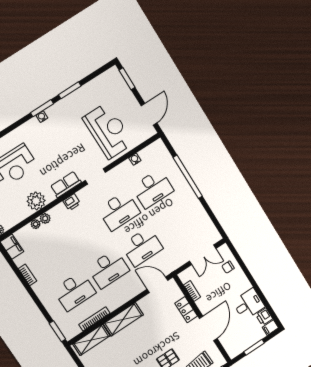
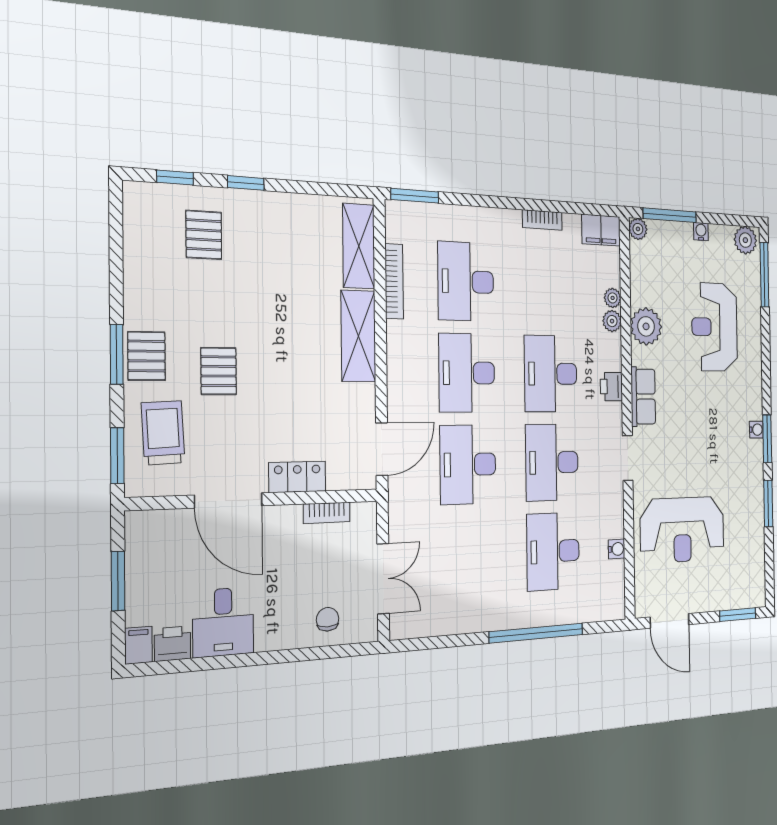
desk: (85, 233) -> (551, 374), added
double door: (203, 255) -> (383, 579), swing flipped

